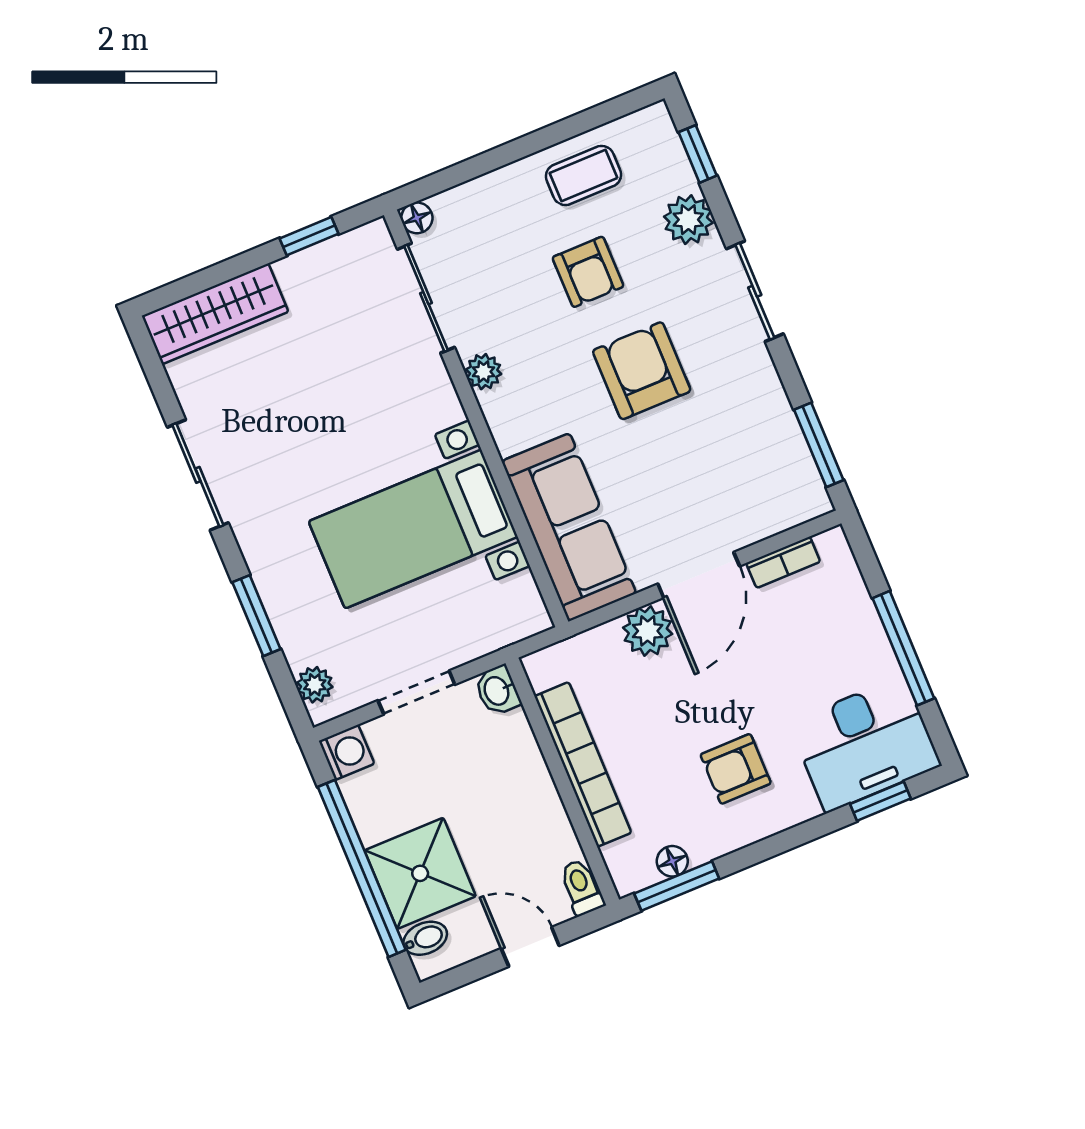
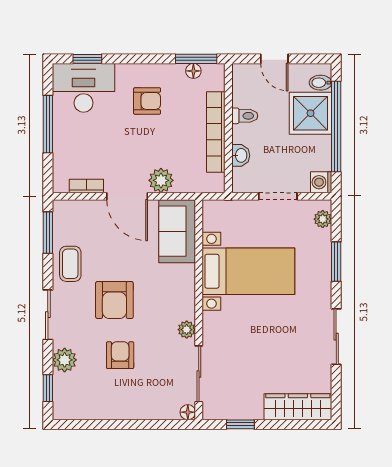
coffee table: (583, 175) -> (70, 264), moved, turned 90
sofa: (569, 527) -> (177, 231), width x0.73
door: (699, 575) -> (127, 196), swing flipped
washbasin: (497, 691) -> (241, 155), moved
toilet: (581, 887) -> (245, 116), moved, turned -90

